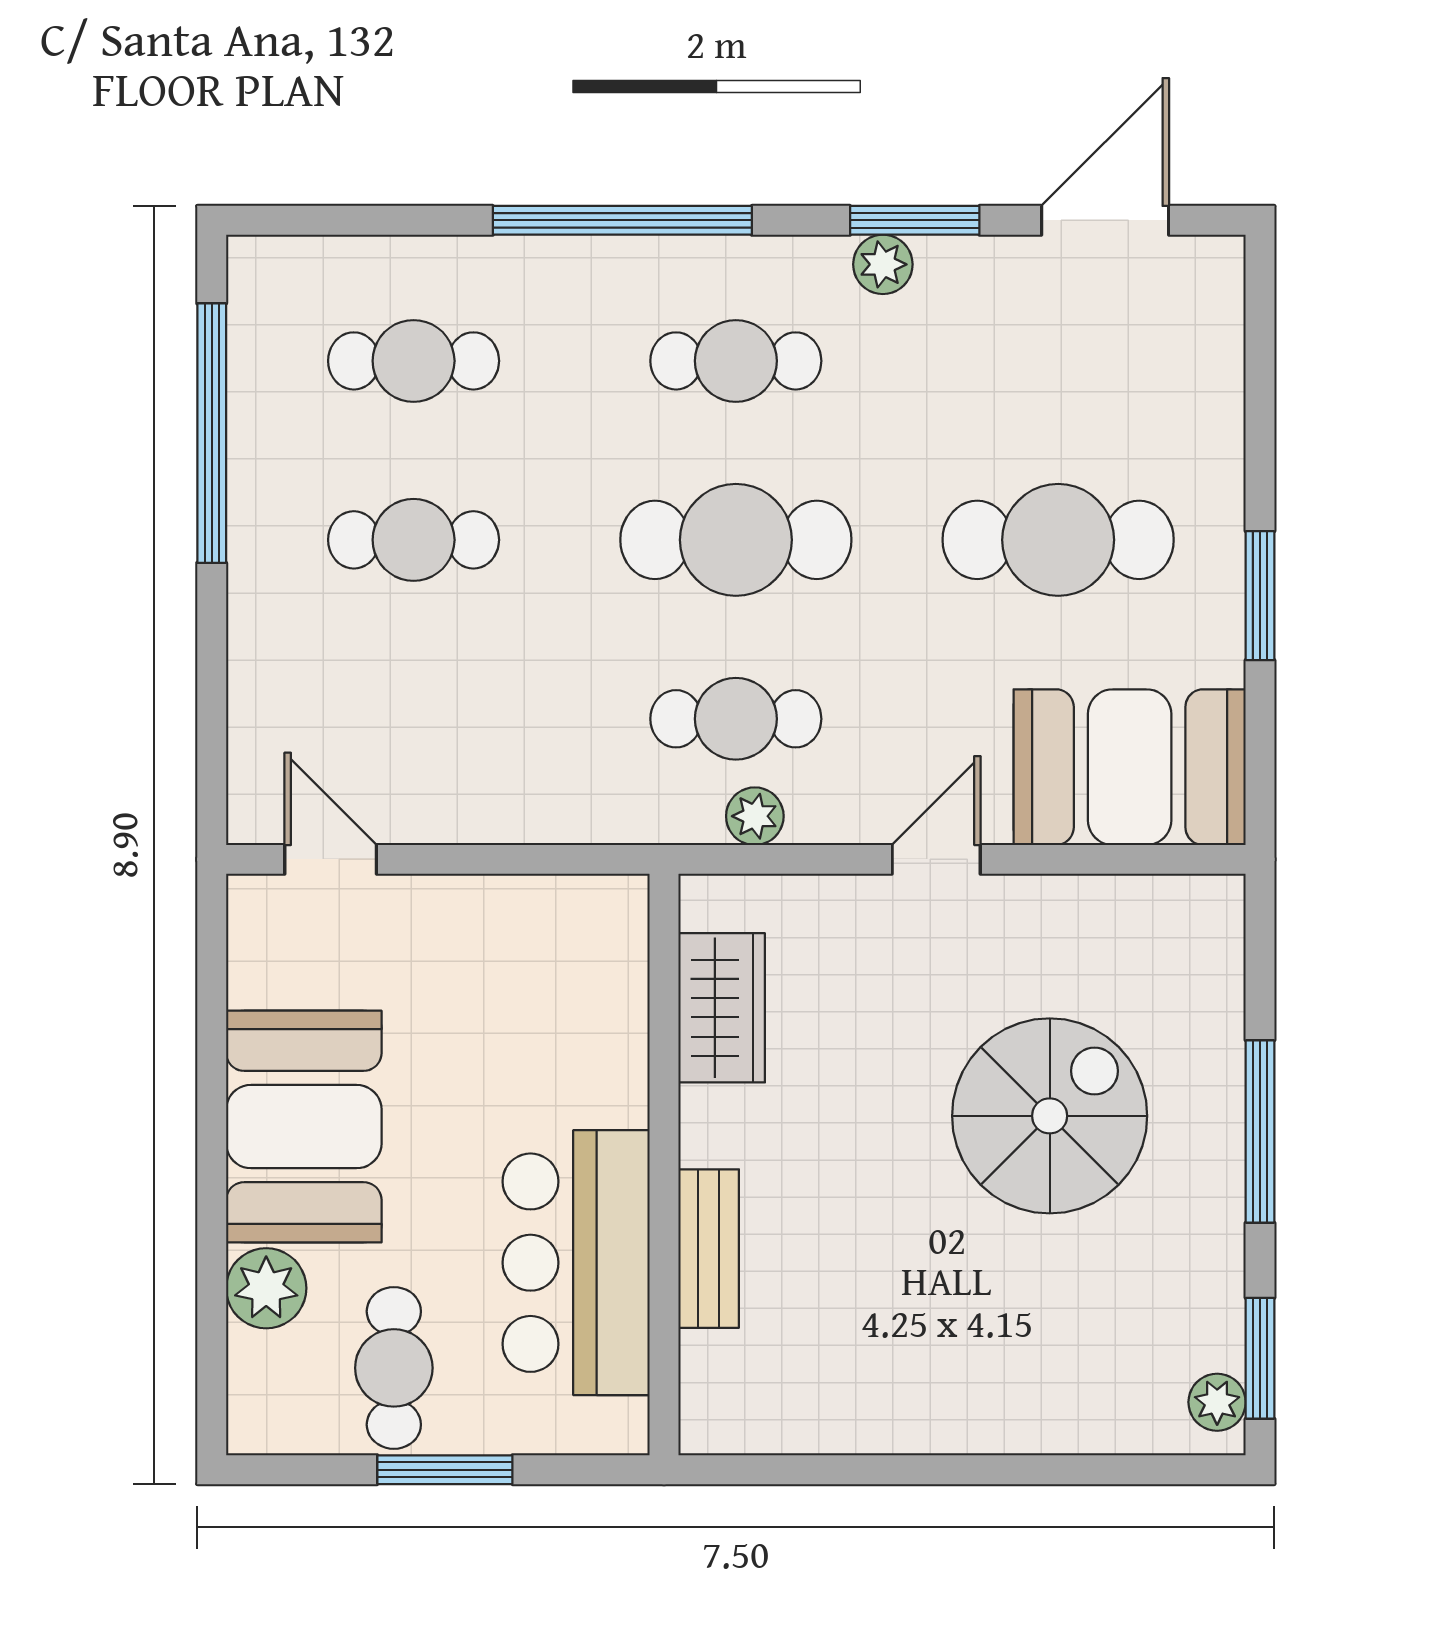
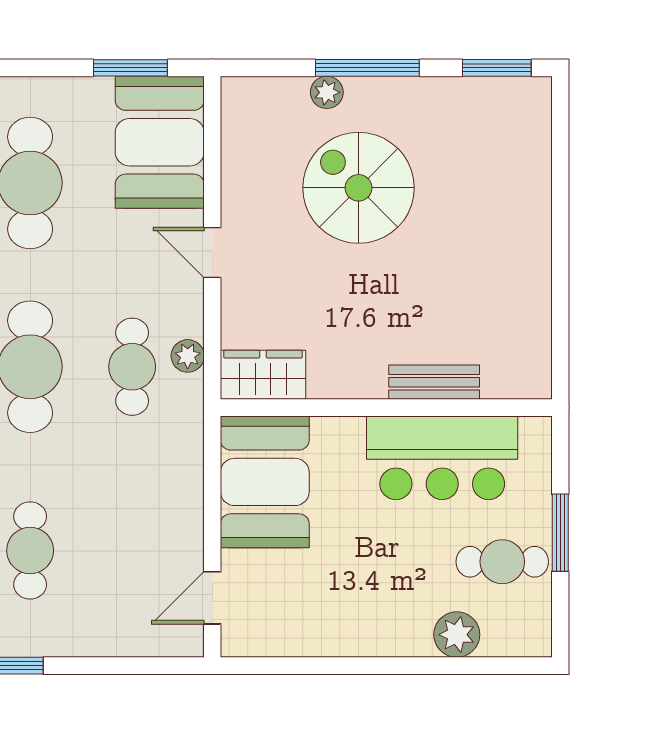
window: (1260, 596) -> (130, 68), moved
wardrobe: (722, 1008) -> (263, 375), moved
booth: (304, 1127) -> (265, 482), moved, turned 90
plant: (1217, 1402) -> (327, 92), moved

